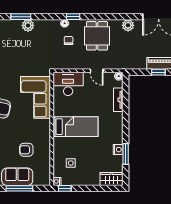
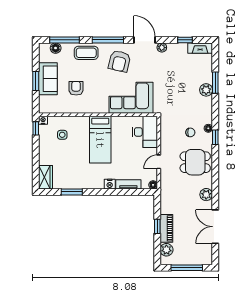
nightstand: (118, 150) -> (110, 184), moved
window: (19, 188) -> (36, 81), width x0.69

